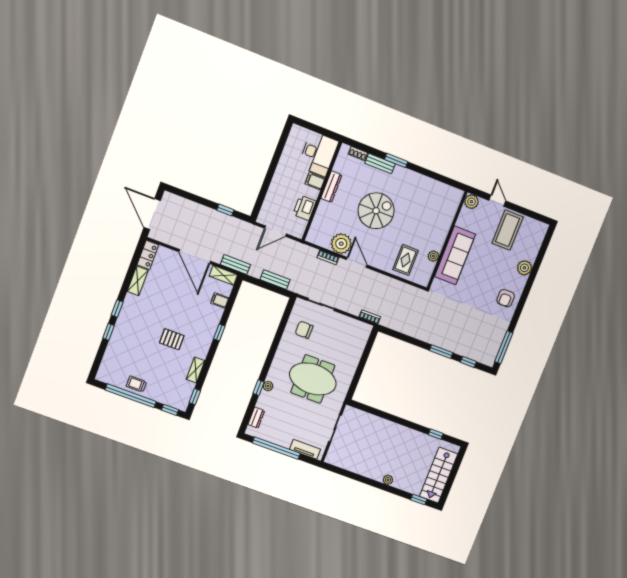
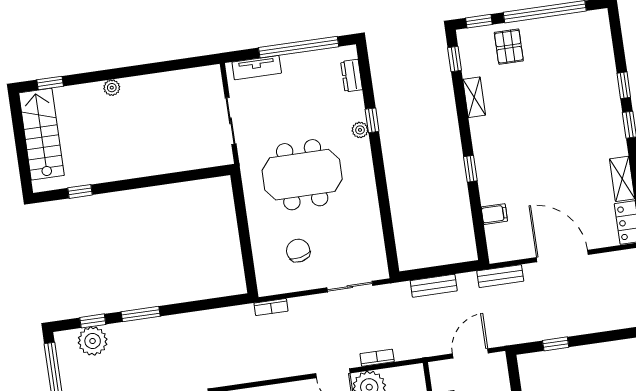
shelving: (223, 275) -> (509, 252), removed
chair: (304, 330) -> (298, 251), moved, turned -102
pallet: (172, 339) -> (509, 47), moved, turned 90
plant: (475, 351) -> (93, 341), added
trolley: (136, 384) -> (546, 33), removed

